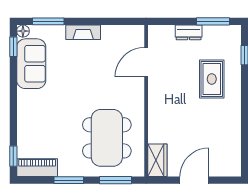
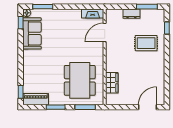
fireplace: (83, 32) -> (93, 14), moved
rug: (212, 79) -> (146, 43), turned 90
wardrobe: (157, 160) -> (112, 83), moved
door: (194, 180) -> (148, 107), moved

